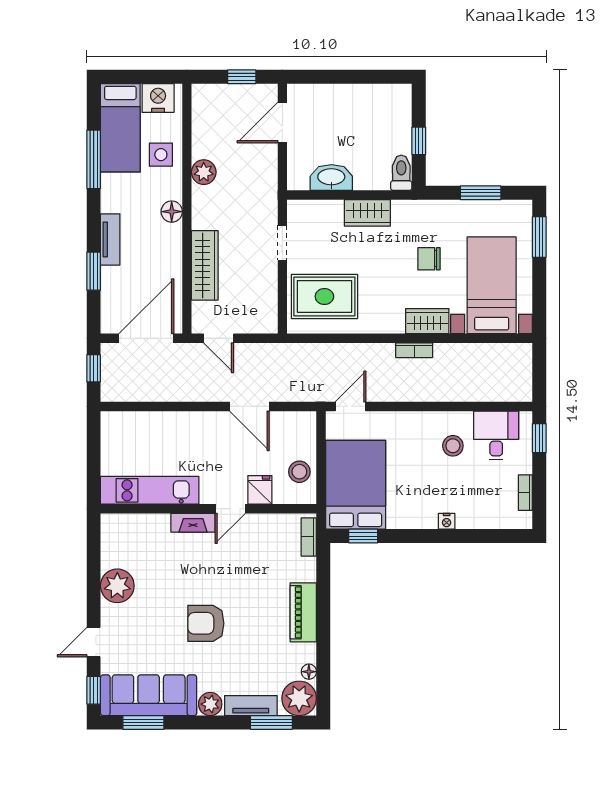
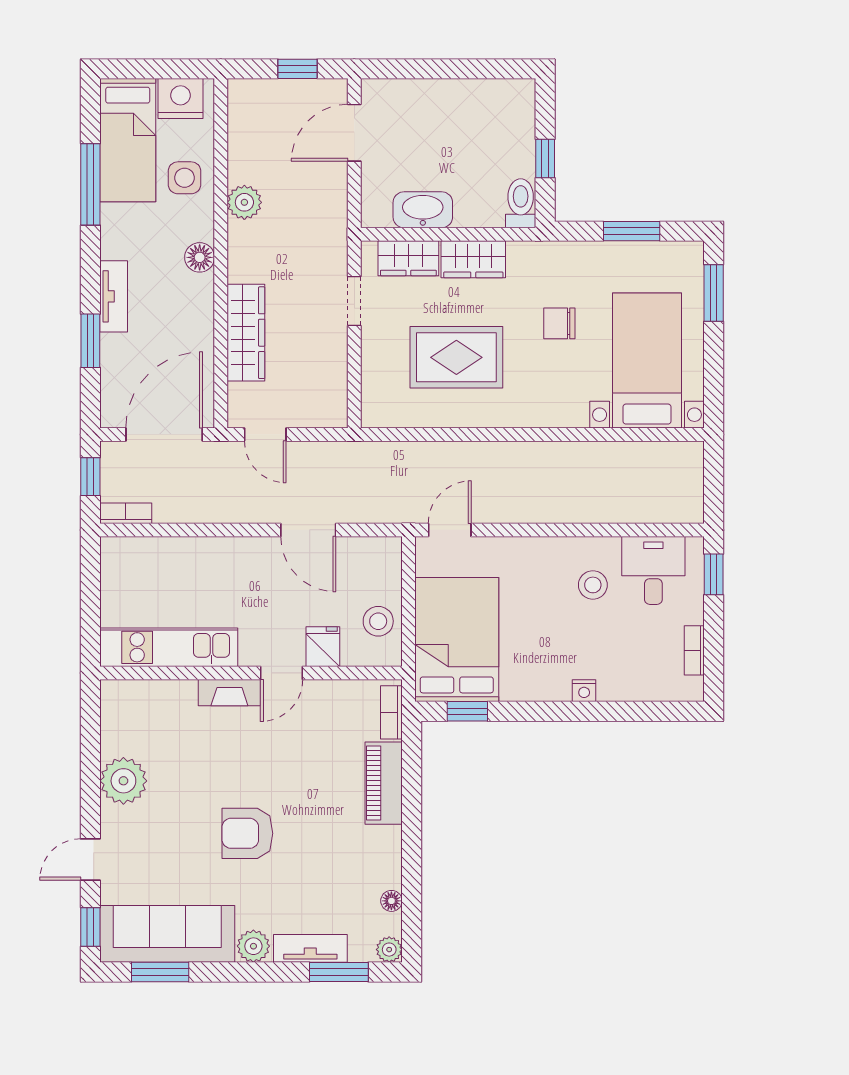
rug: (324, 296) -> (456, 357), moved
wardrobe: (427, 321) -> (408, 258), moved, turned 180
bookcase: (414, 350) -> (126, 513), moved, turned 180
piano: (303, 612) -> (384, 783), moved
plant: (299, 698) -> (389, 950), width x0.53, depth x0.53

